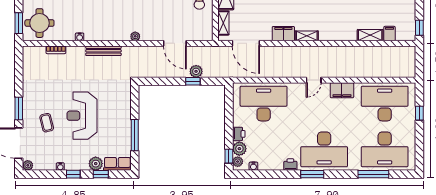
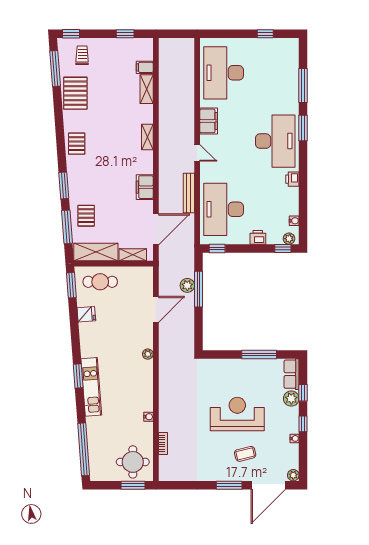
window: (419, 28) -> (125, 34), moved
shelving: (307, 36) -> (147, 137), moved
bench: (103, 51) -> (189, 193), moved
window: (193, 81) -> (198, 289), width x2.17
window: (229, 98) -> (217, 248), added
window: (419, 113) -> (265, 34), moved
reception desk: (82, 116) -> (237, 414), turned 180
plant: (239, 149) -> (274, 237), removed
desk: (385, 149) -> (275, 73), removed
window: (312, 174) -> (303, 128), moved

